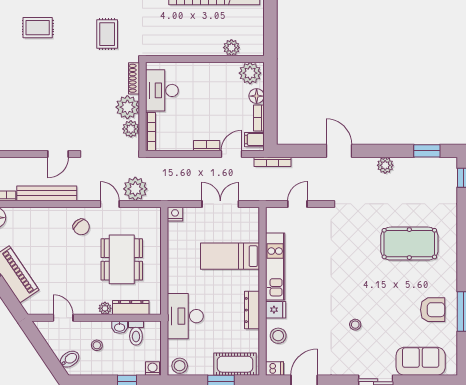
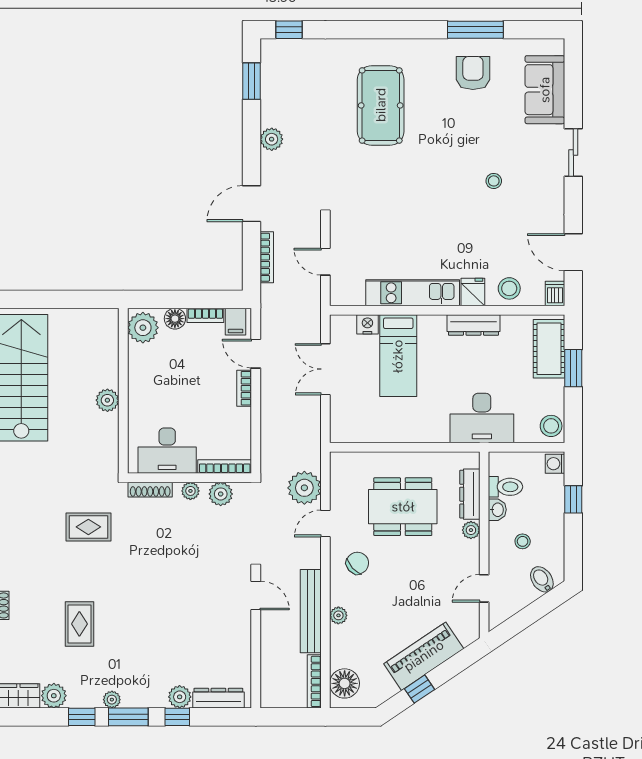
plant: (231, 48) -> (107, 400), moved
plant: (127, 107) -> (190, 491), width x0.53, depth x0.53
bookcase: (272, 162) -> (267, 257), moved
plant: (44, 213) -> (338, 615), added
nightstand: (175, 214) -> (367, 324), moved, turned 90

